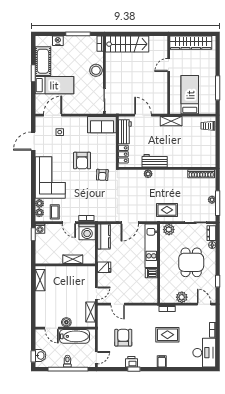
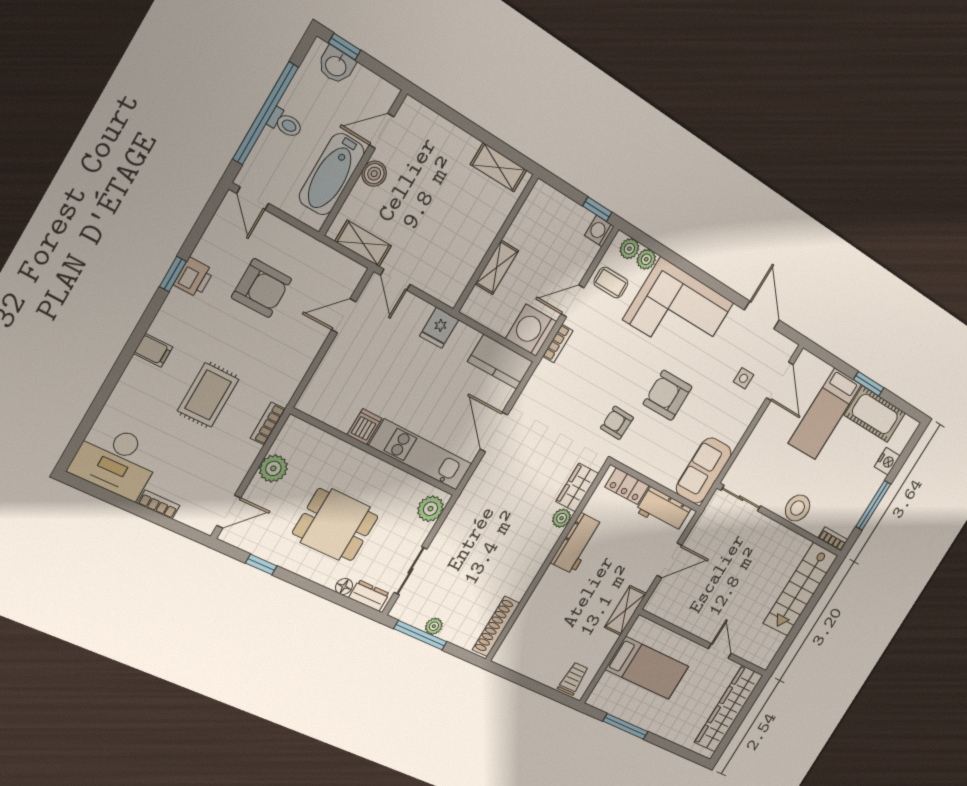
wardrobe: (134, 175) -> (577, 487), added
rug: (167, 210) -> (471, 524), removed

